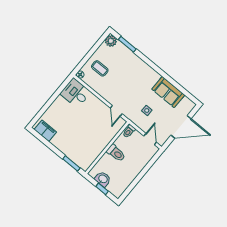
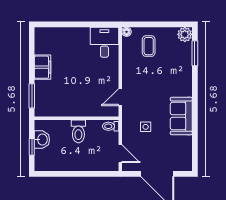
sofa: (168, 92) -> (181, 116), moved
filing cabinet: (45, 131) -> (43, 67), moved
door: (150, 139) -> (120, 154), hinge flipped

